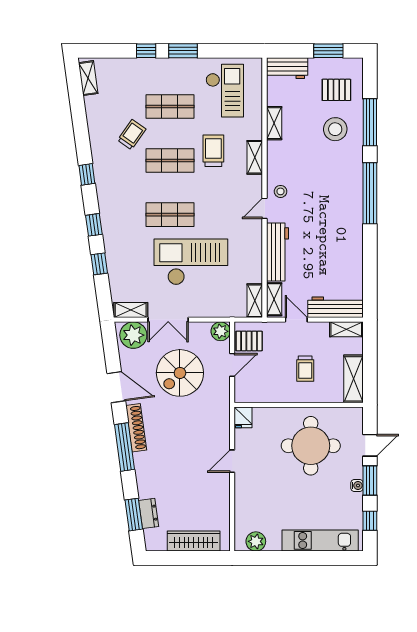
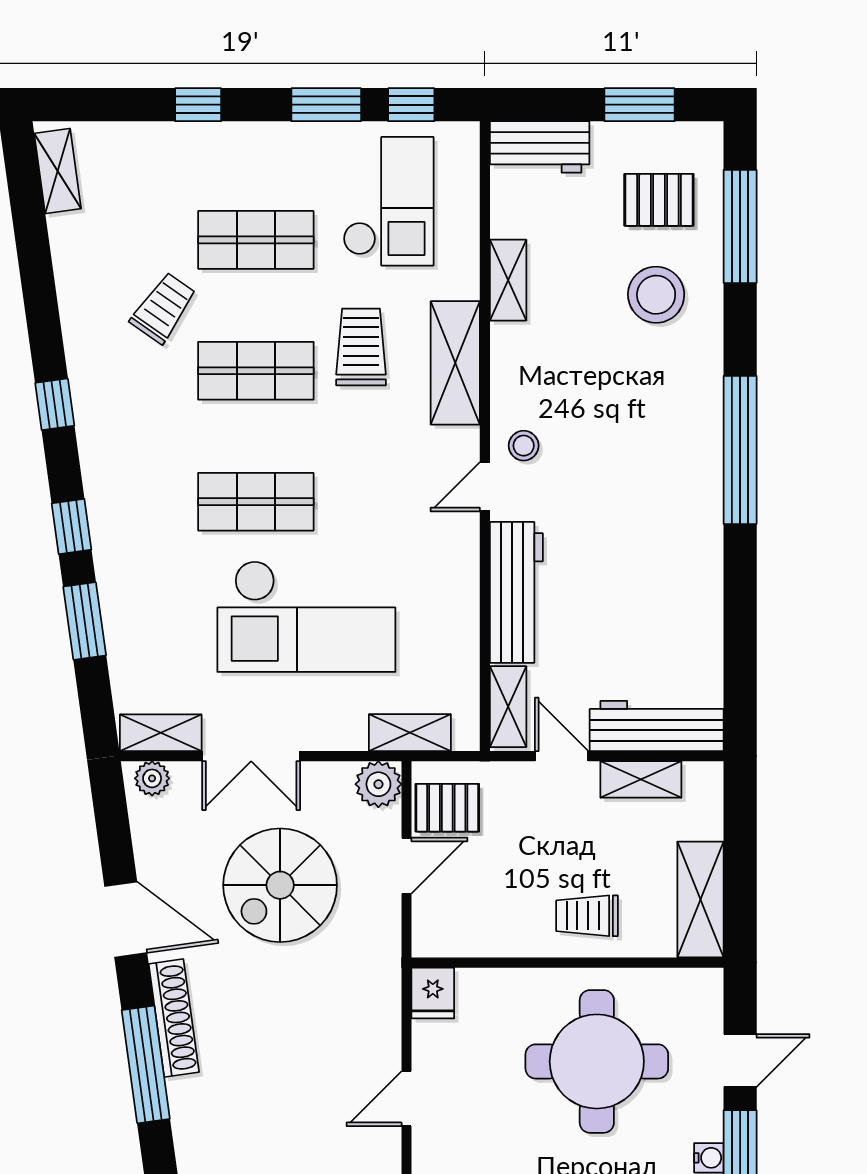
window: (183, 51) -> (326, 105), moved
window: (234, 51) -> (411, 105), added
window: (370, 122) -> (740, 226), moved
shelving: (255, 157) -> (455, 363), width x1.50, depth x1.33
checkout: (191, 262) -> (306, 616), turned 180
window: (99, 264) -> (85, 621), width x1.50
shelving: (255, 301) -> (410, 733), moved, turned 90
shelving: (346, 329) -> (641, 779), moved
plant: (133, 335) -> (152, 778), width x0.53, depth x0.53
trolley: (305, 369) -> (587, 916), moved, turned 90

